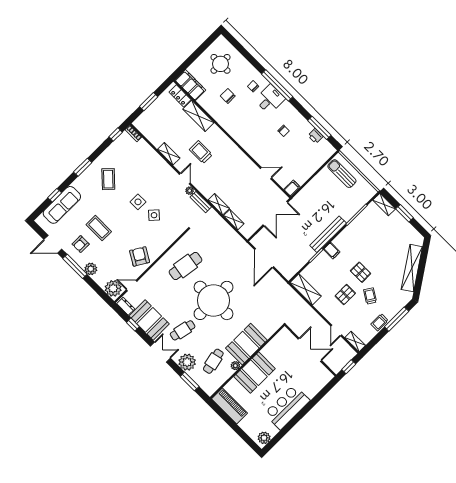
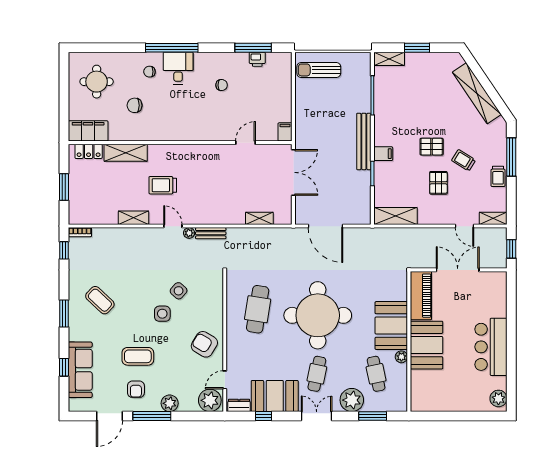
side table: (138, 202) -> (162, 314), moved
shelving: (219, 204) -> (230, 218), removed
piano: (230, 406) -> (421, 296), moved, turned 90

